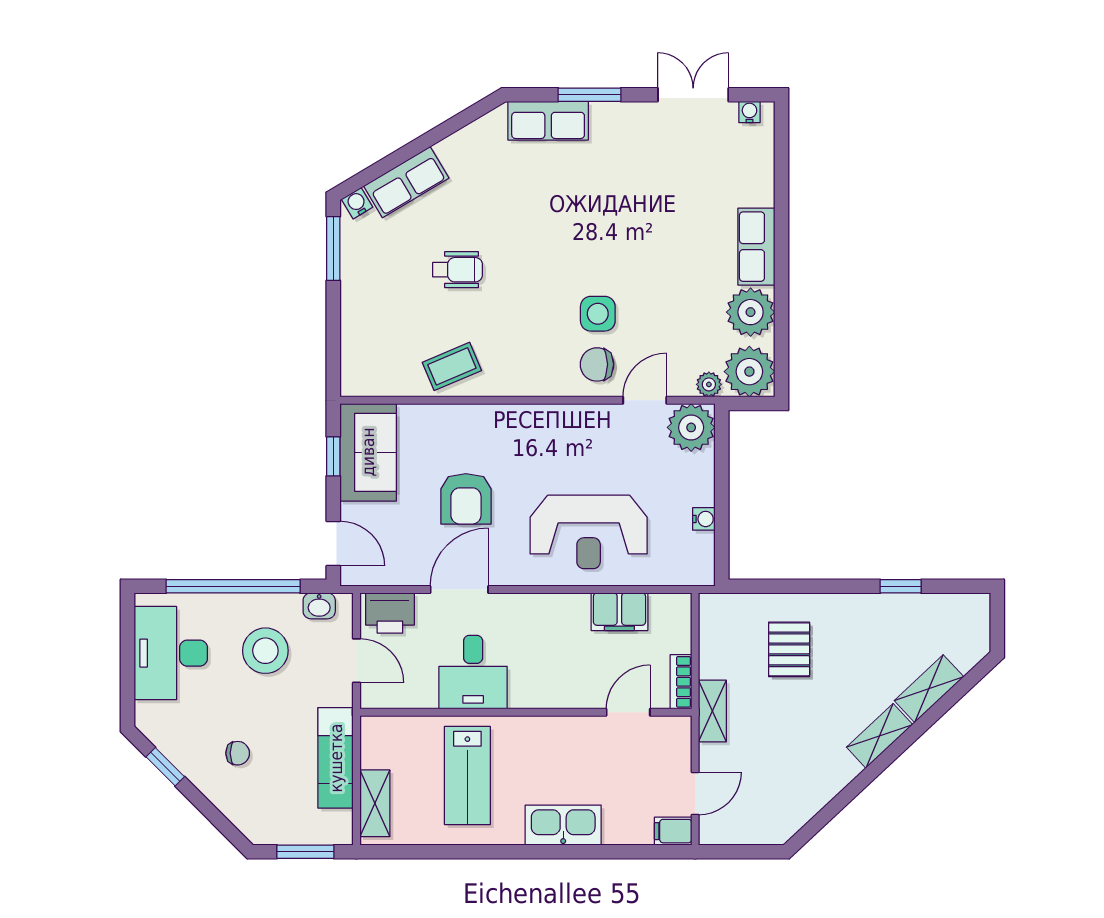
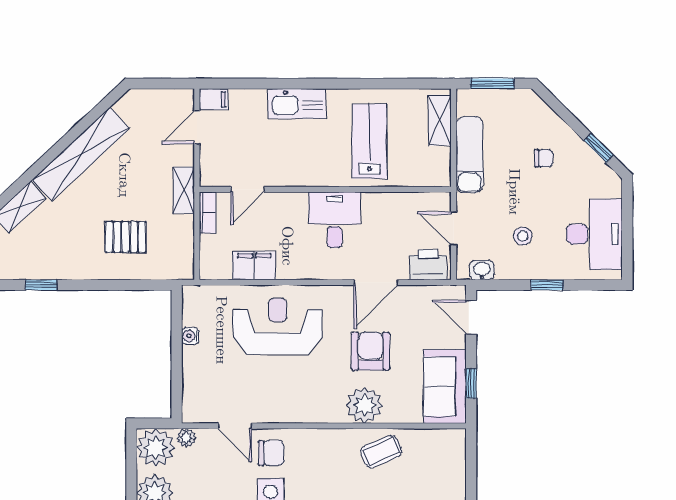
door: (645, 400) -> (235, 426), hinge flipped
plant: (691, 427) -> (365, 405), moved
window: (233, 586) -> (547, 285), width x0.32
pallet: (789, 649) -> (126, 237), turned 90
stool: (265, 651) -> (523, 236), width x0.53, depth x0.53
desk: (473, 672) -> (335, 220), moved
shelving: (880, 736) -> (81, 154), width x2.20, depth x1.33
chair: (238, 753) -> (544, 158), turned 180

